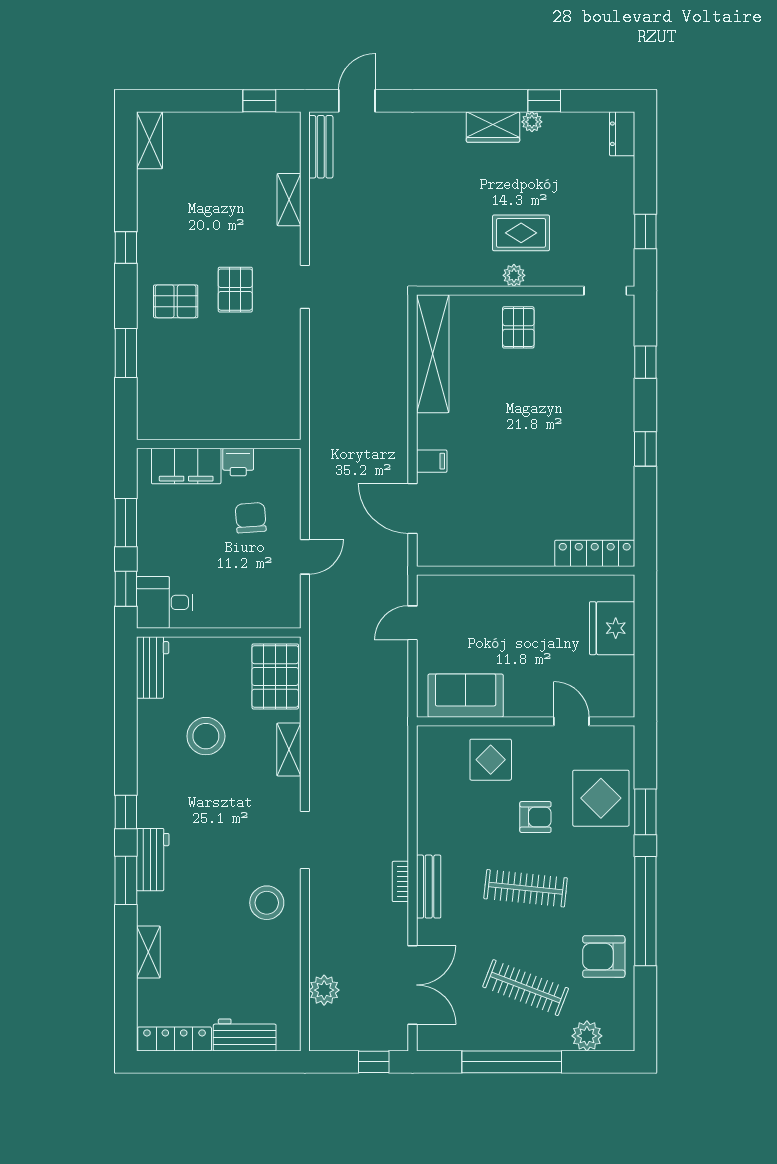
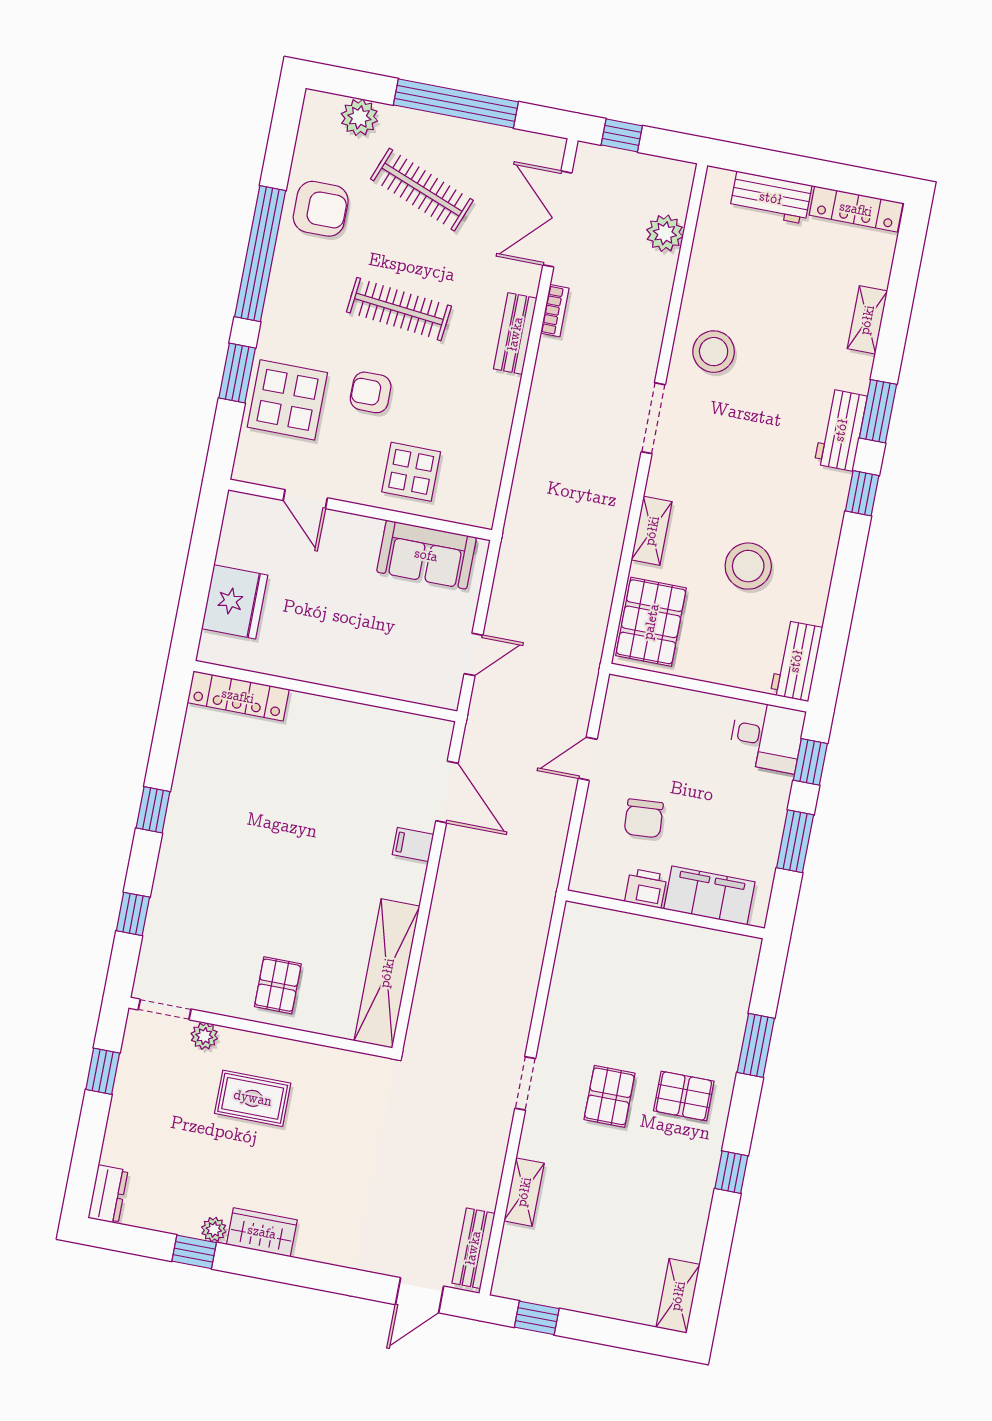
plant: (514, 275) -> (204, 1036), moved
bookcase: (400, 881) -> (555, 311), moved

